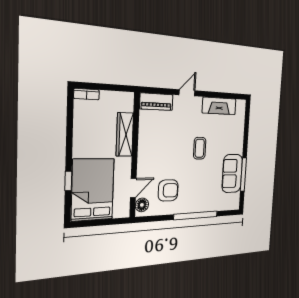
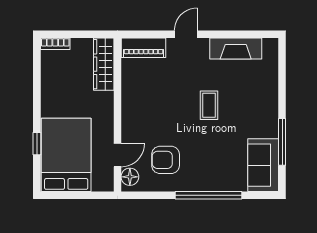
wardrobe: (125, 134) -> (104, 64), moved
sofa: (232, 173) -> (263, 165), moved
armchair: (168, 190) -> (166, 160), turned 180

